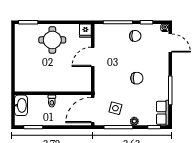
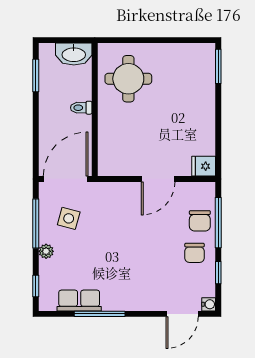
round table: (52, 40) -> (128, 79), moved
door: (93, 57) -> (158, 179), swing flipped
chair: (137, 78) -> (200, 221), moved
door: (93, 110) -> (66, 179), hinge flipped
row of seats: (163, 113) -> (79, 301), moved

